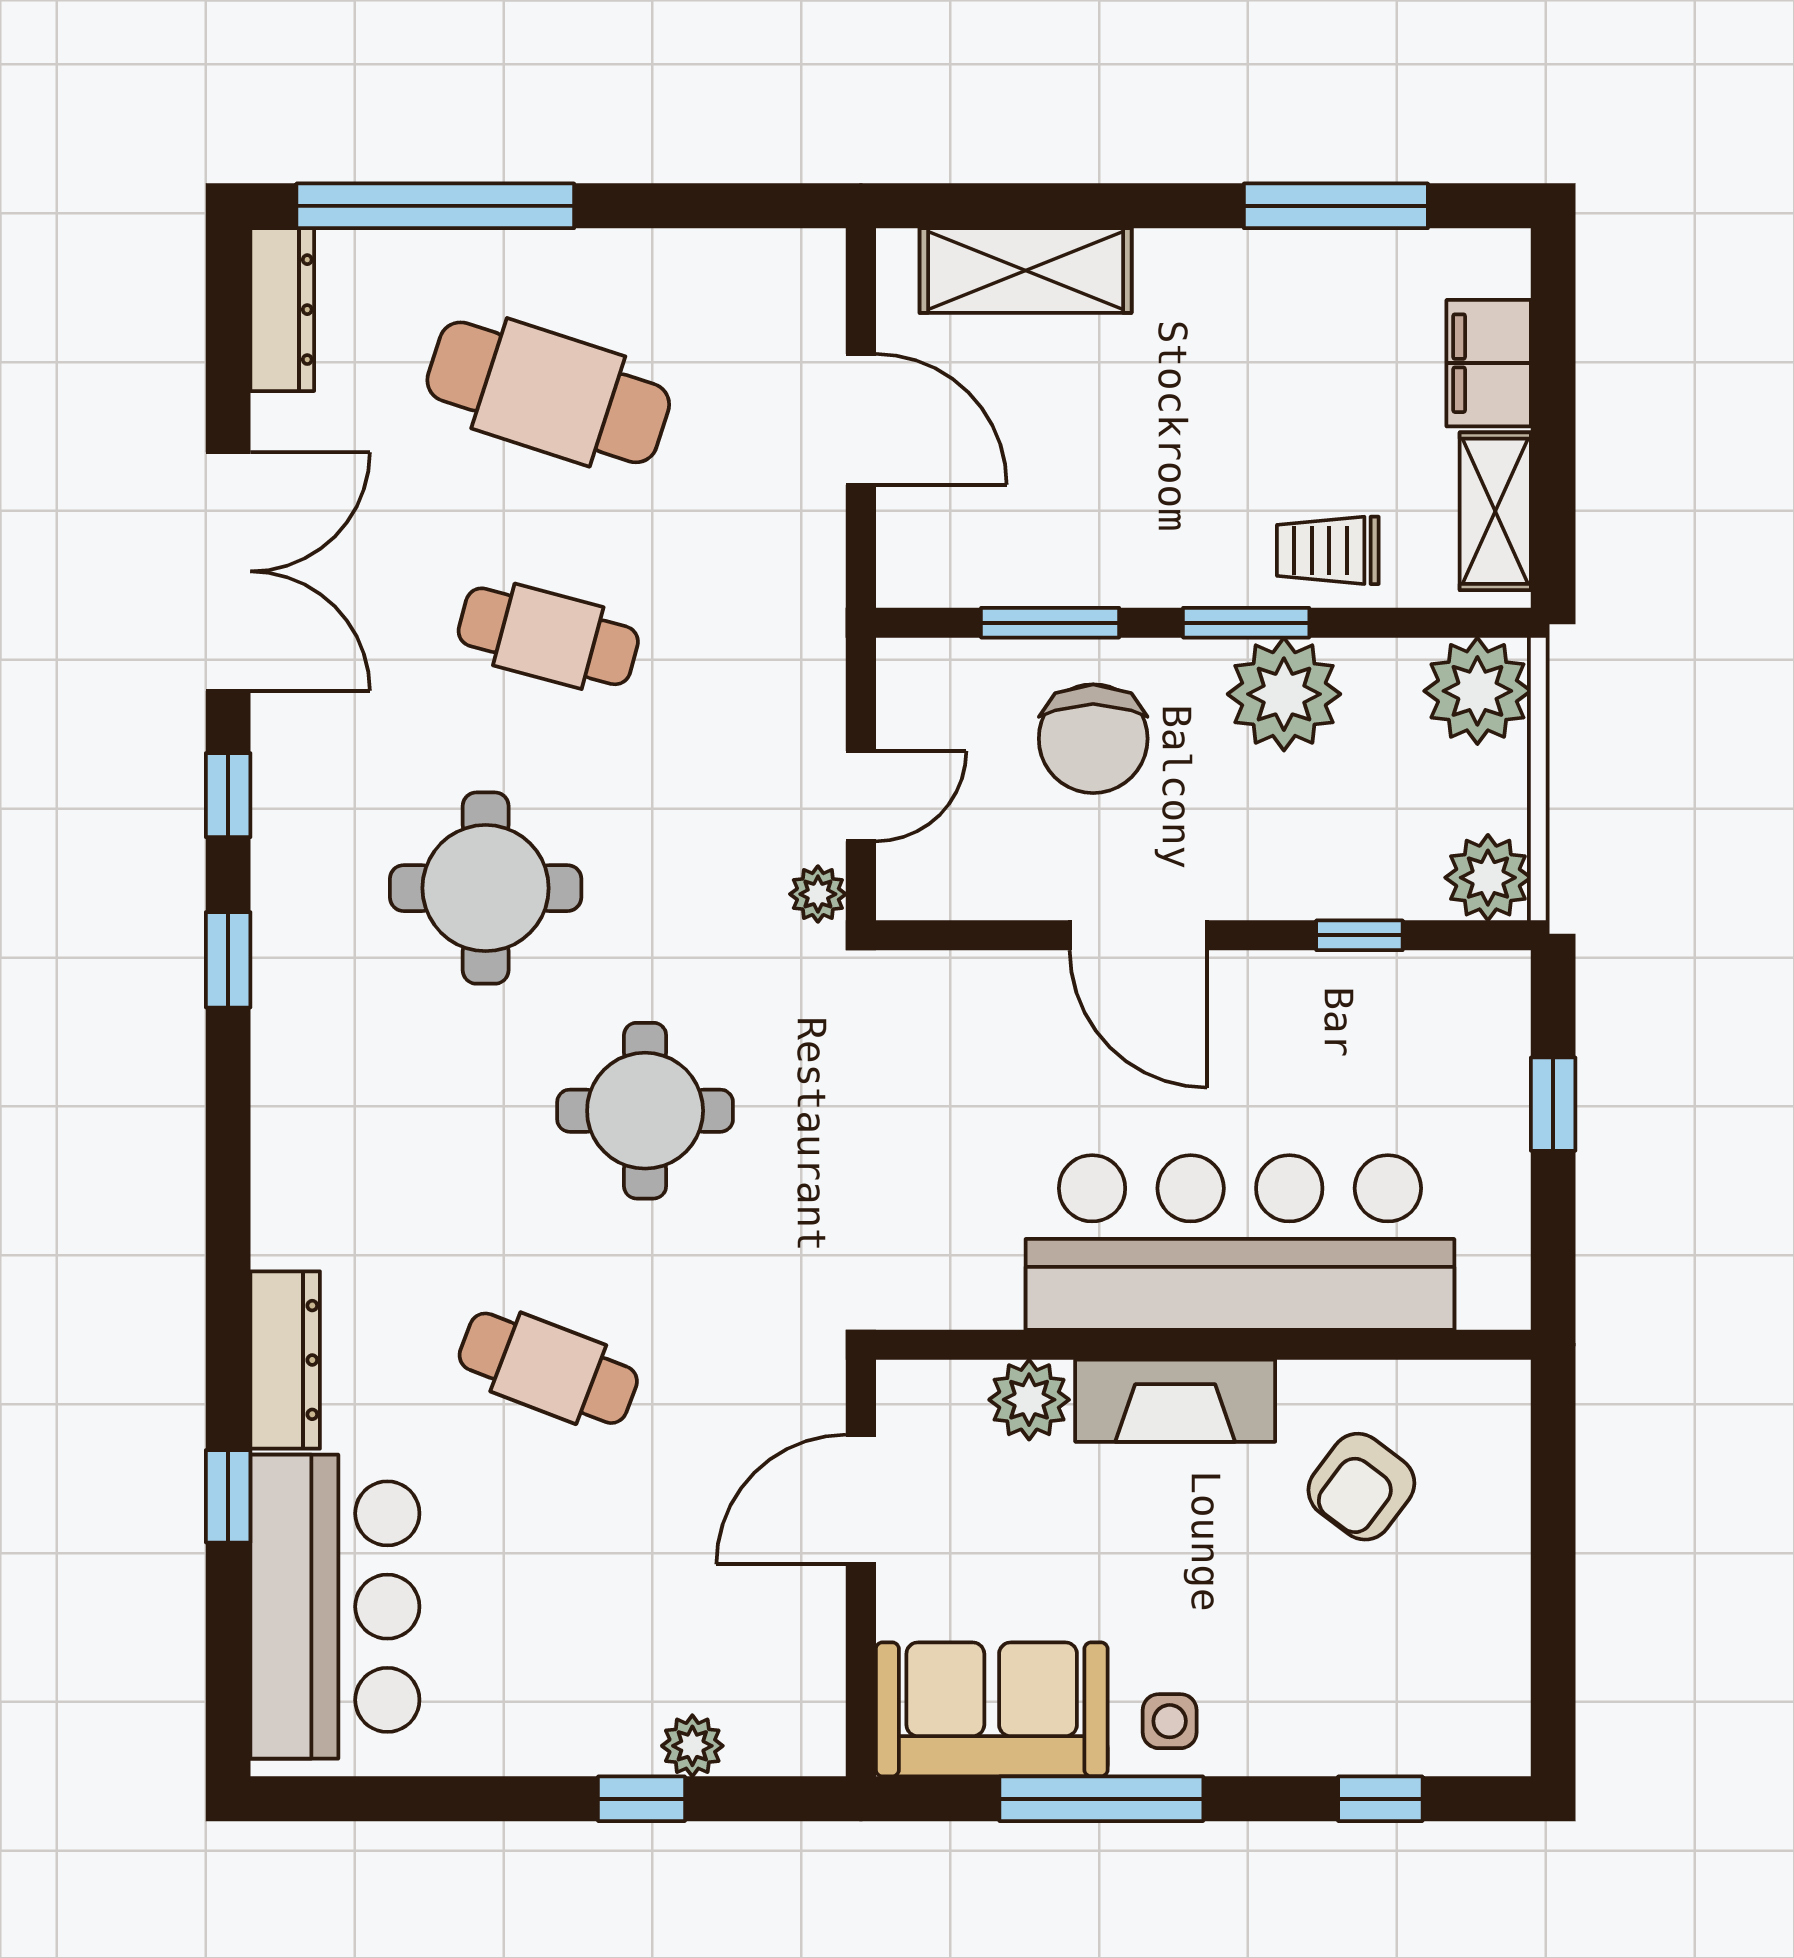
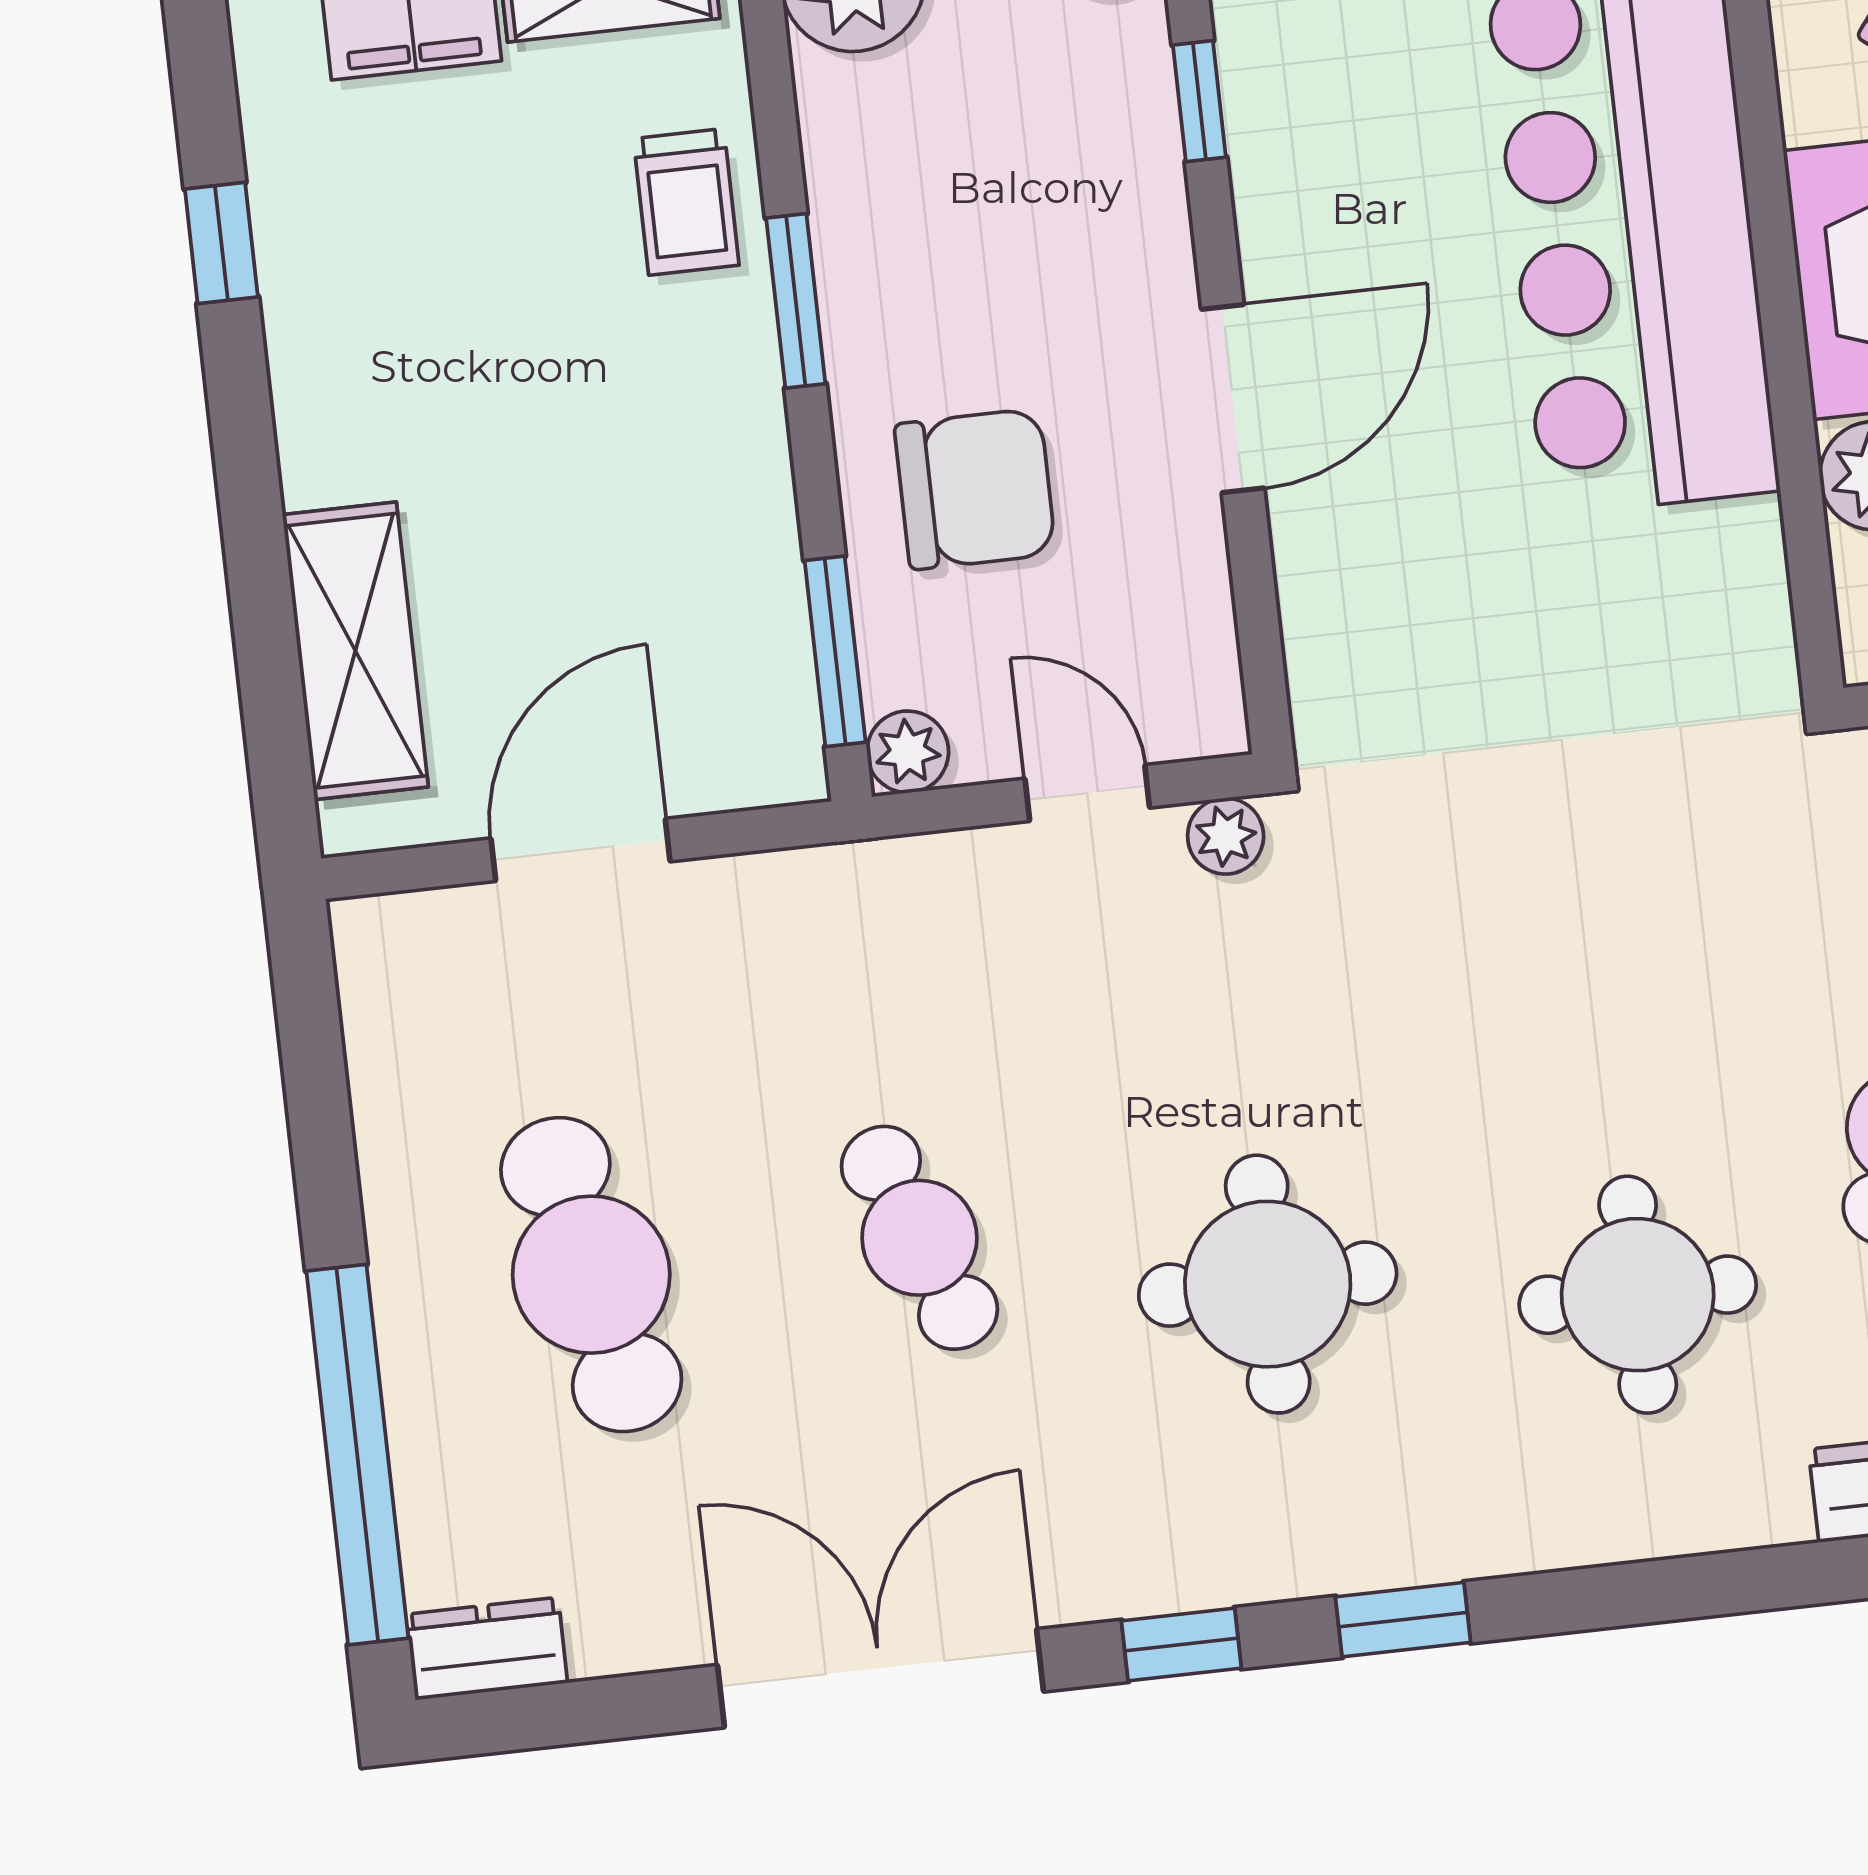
window: (1336, 206) -> (221, 243), width x0.46
dresser: (282, 310) -> (487, 1649), width x0.70
cafe table: (548, 392) -> (591, 1275), turned -30
window: (1050, 623) -> (835, 651), moved
cafe table: (548, 636) -> (919, 1238), turned -36
plant: (1284, 694) -> (908, 752), moved, width x0.53, depth x0.53
round table: (645, 1111) -> (1638, 1295), moved

